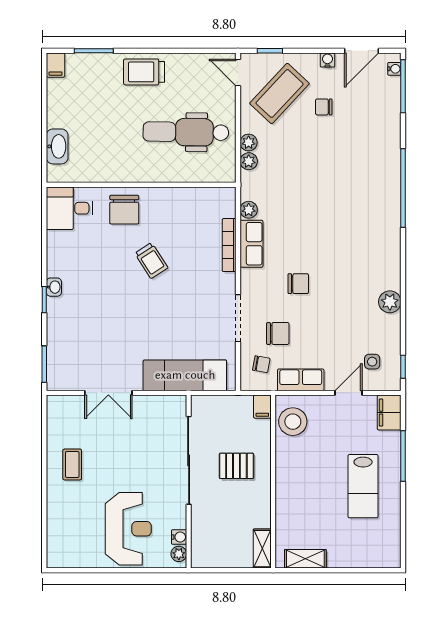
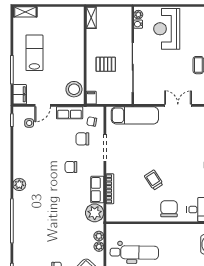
plant: (249, 210) -> (95, 213), width x1.87, depth x1.87
plant: (390, 302) -> (19, 184), moved
shelving: (305, 559) -> (25, 12), moved

